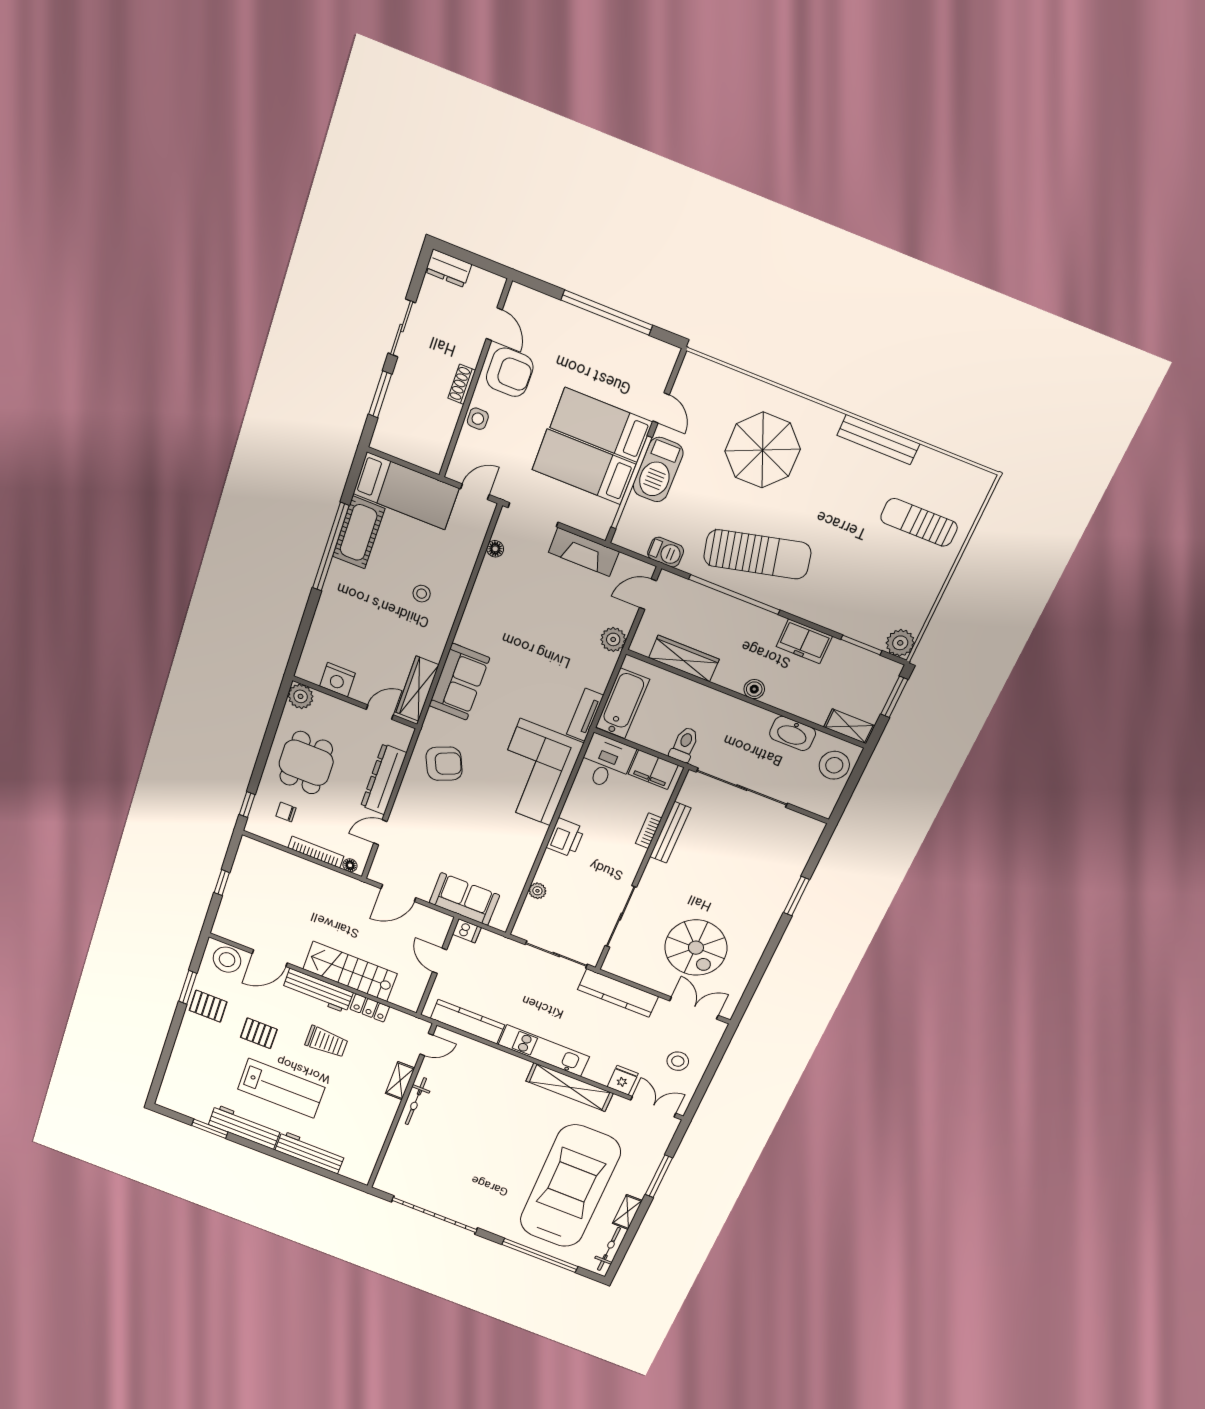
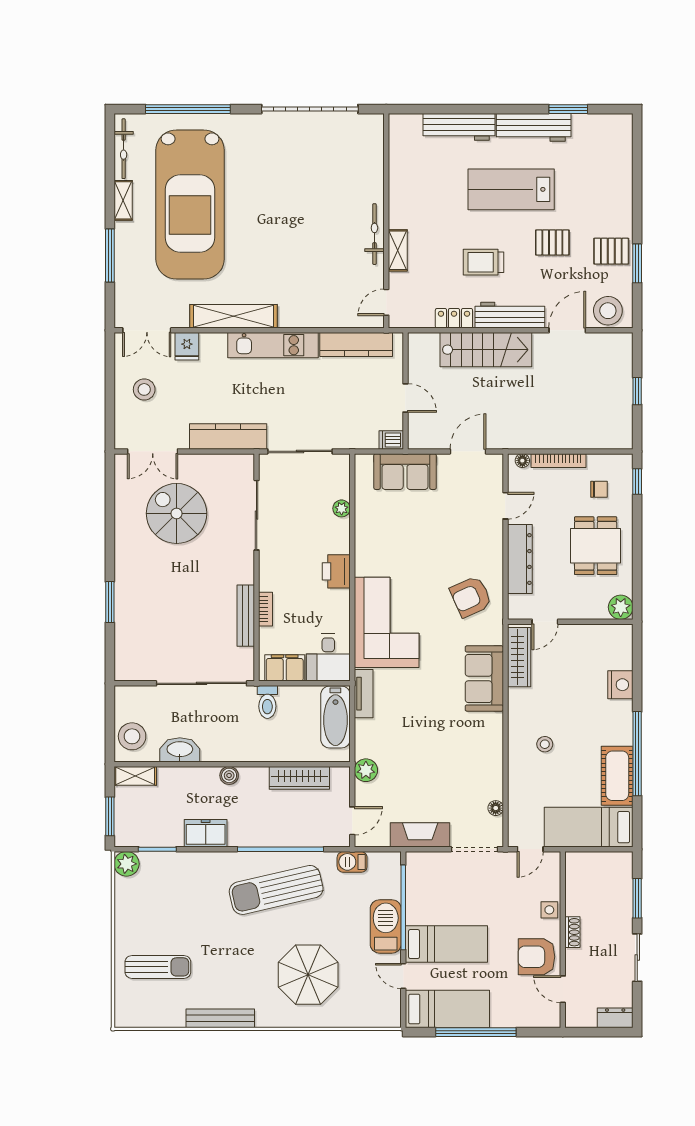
bed: (584, 467) -> (447, 1009), moved
nightstand: (337, 680) -> (620, 685), moved, turned 90

